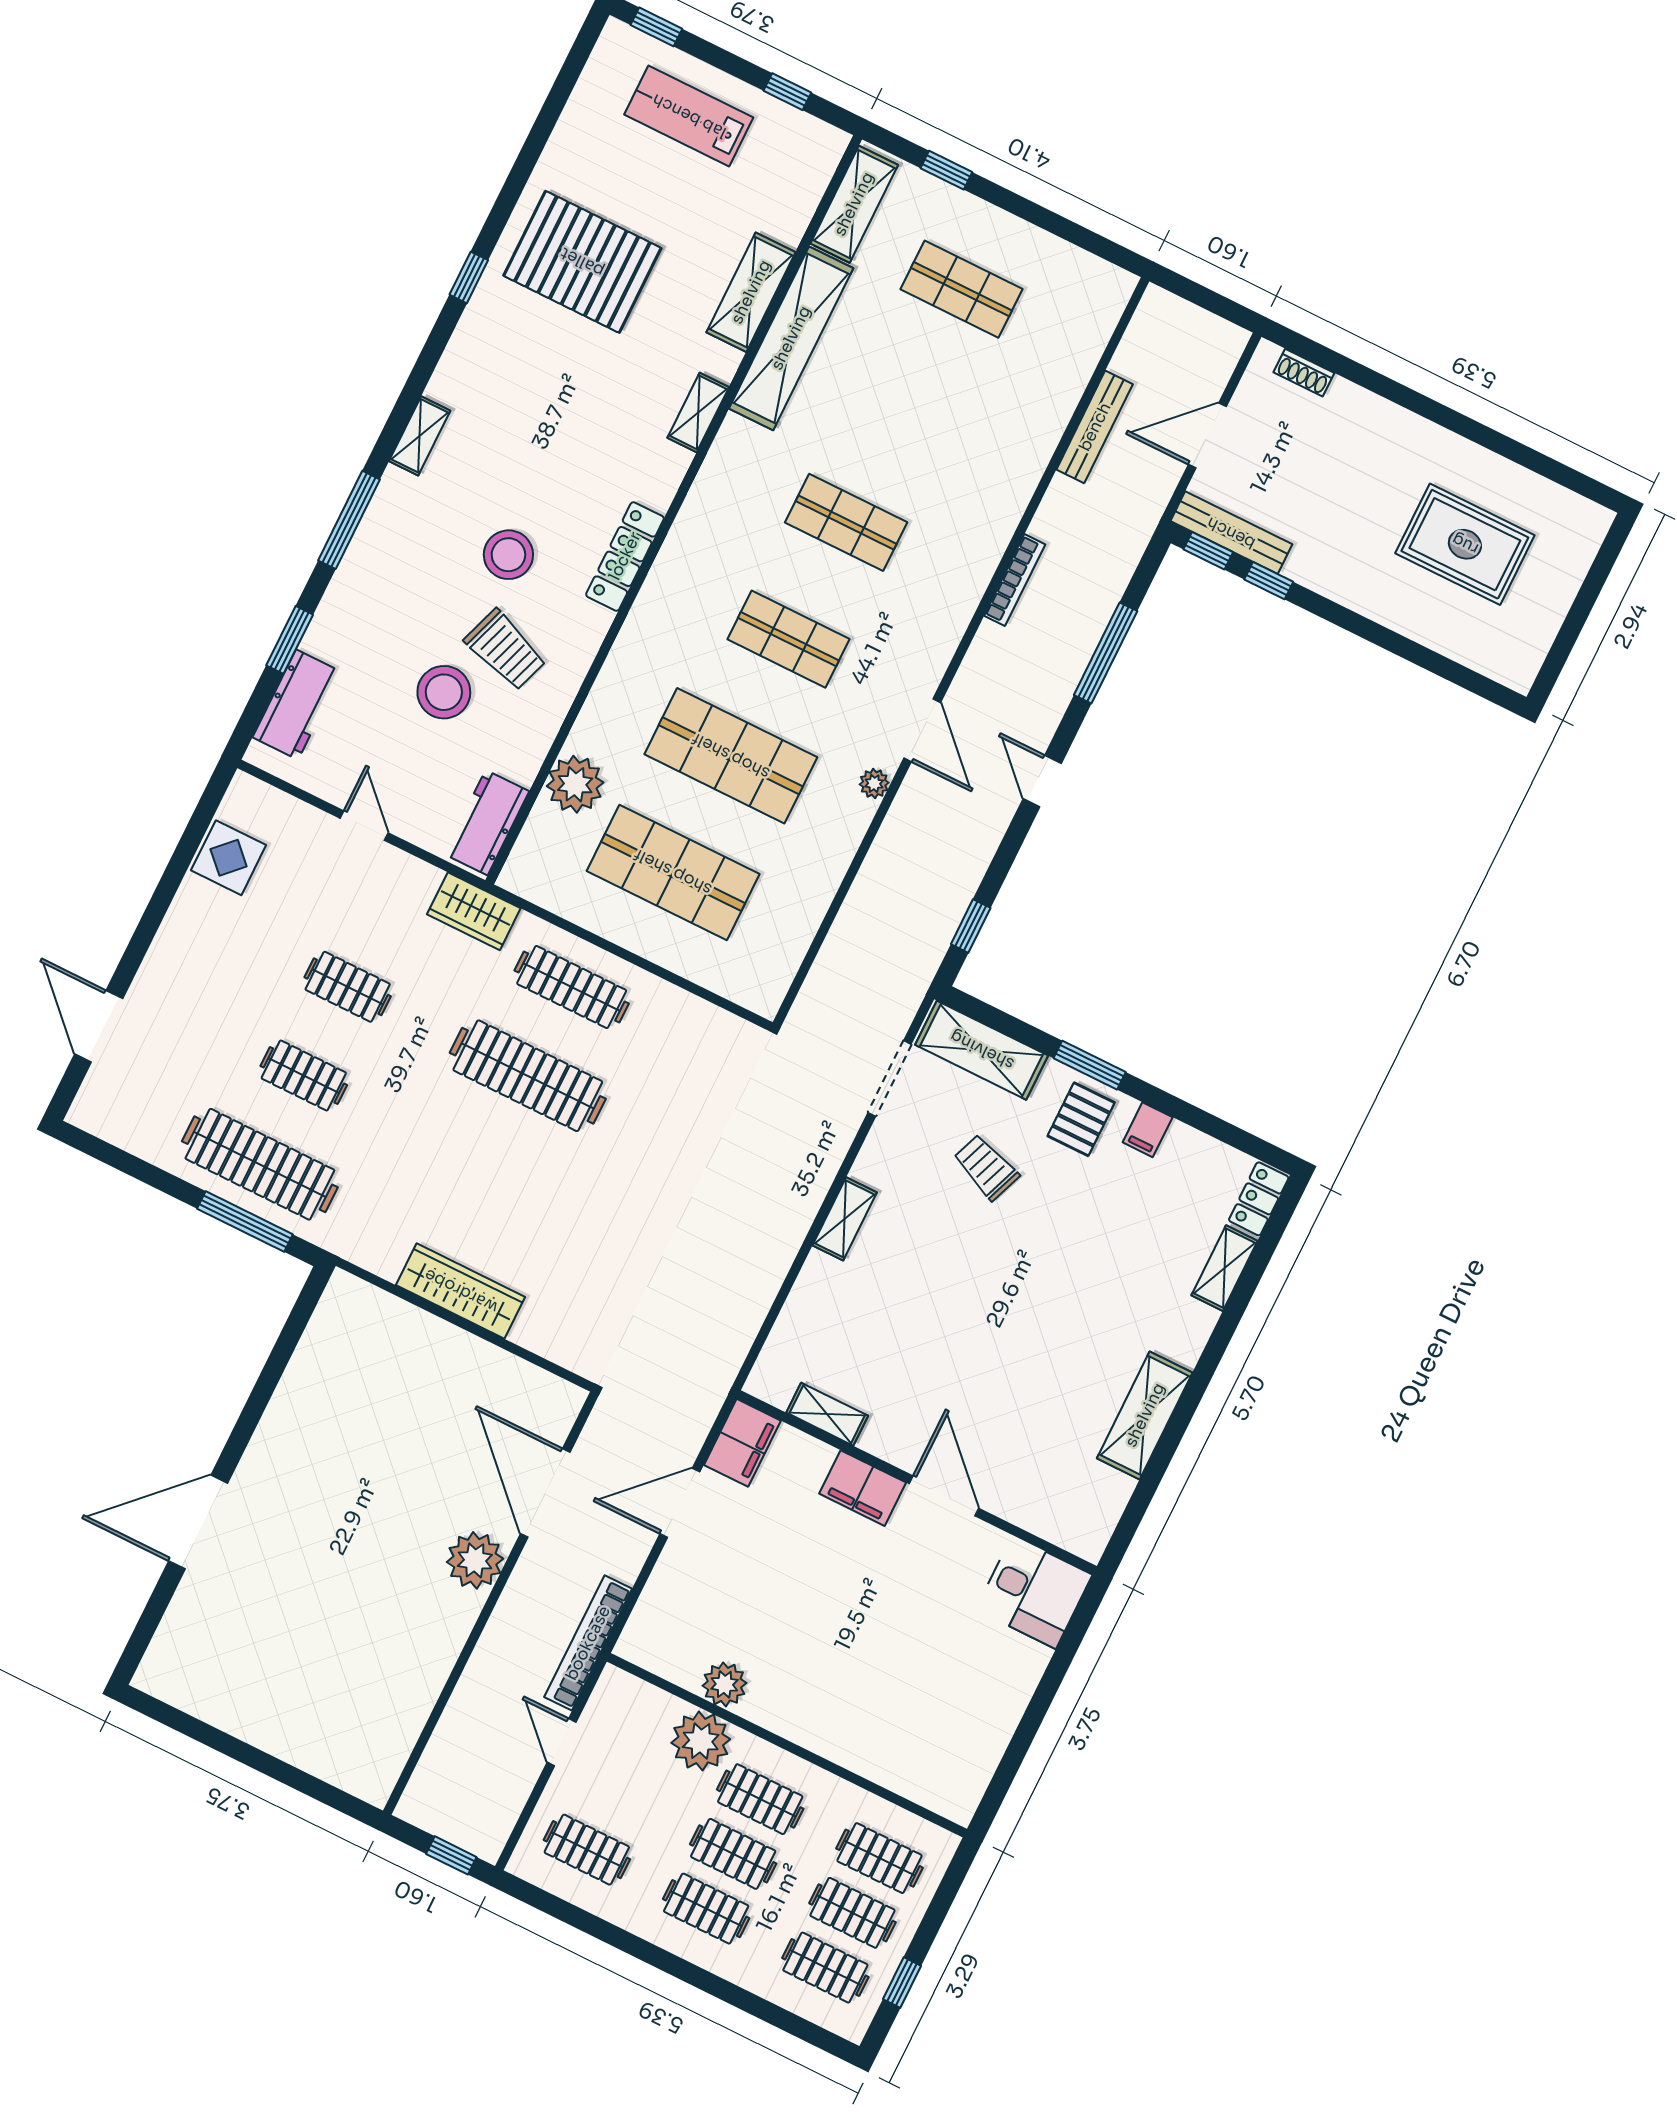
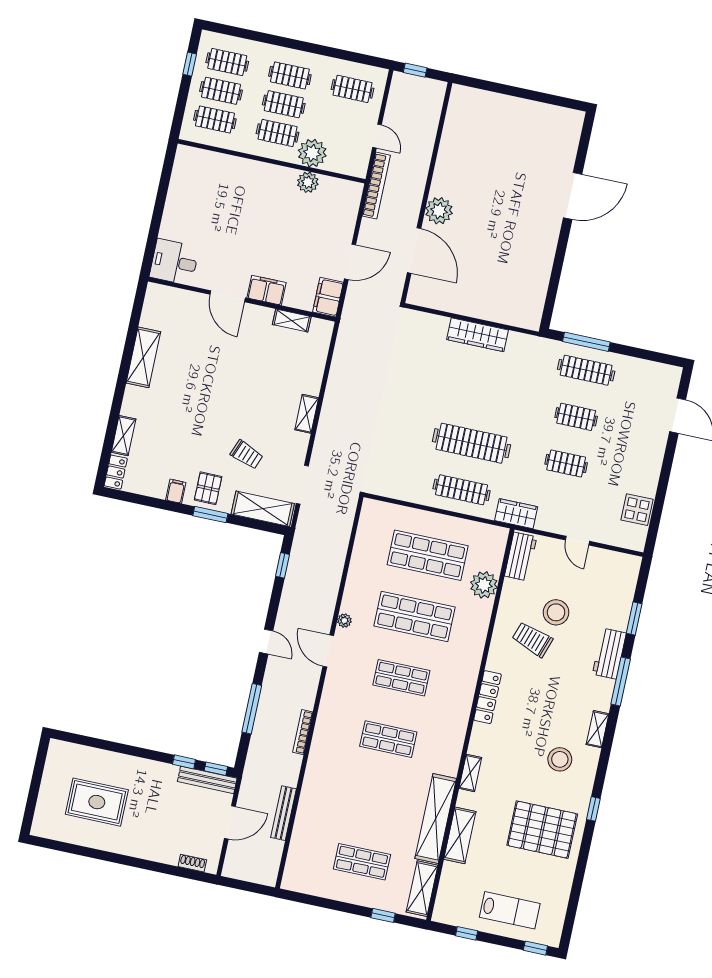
stool: (508, 555) -> (560, 759), moved
workbench: (297, 705) -> (609, 654), moved
clothes rail: (260, 1164) -> (586, 370), width x0.73, depth x0.76

